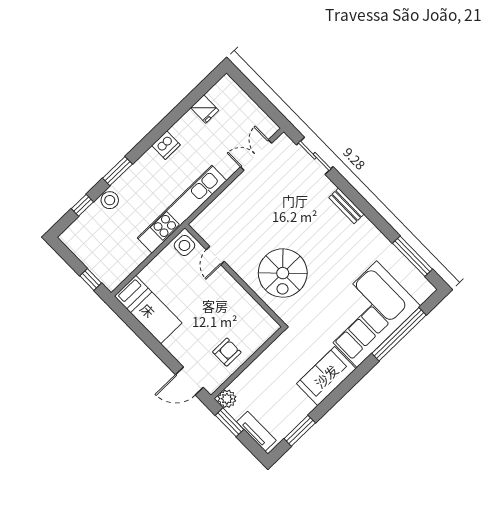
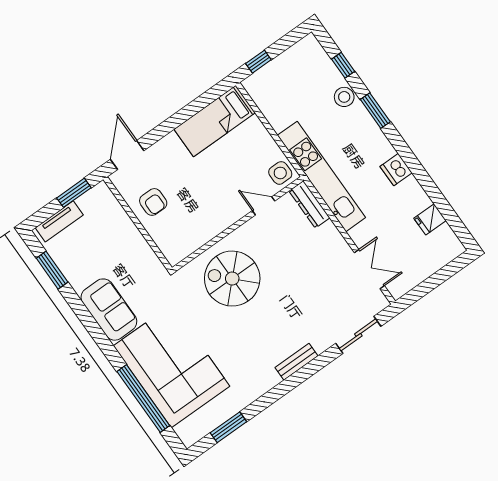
dresser: (208, 216) -> (309, 204), added
window: (412, 256) -> (228, 427), width x0.69
plant: (227, 399) -> (101, 194), removed

